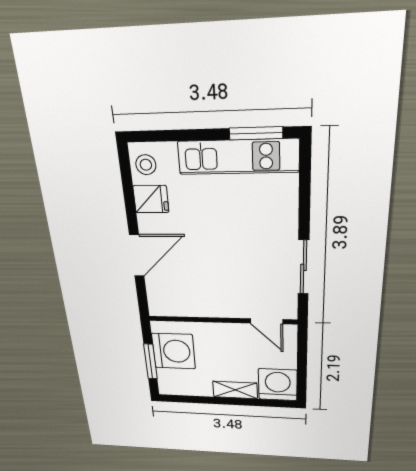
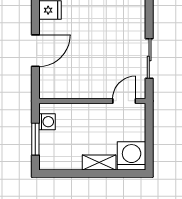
door: (267, 321) -> (124, 101), swing flipped
washing machine: (174, 351) -> (47, 122), width x0.53, depth x0.53

